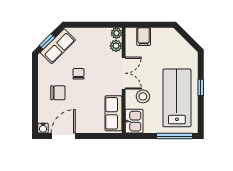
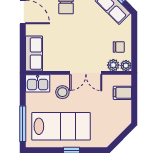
chair: (78, 74) -> (119, 47), moved
row of seats: (114, 113) -> (34, 54), moved, turned 90

